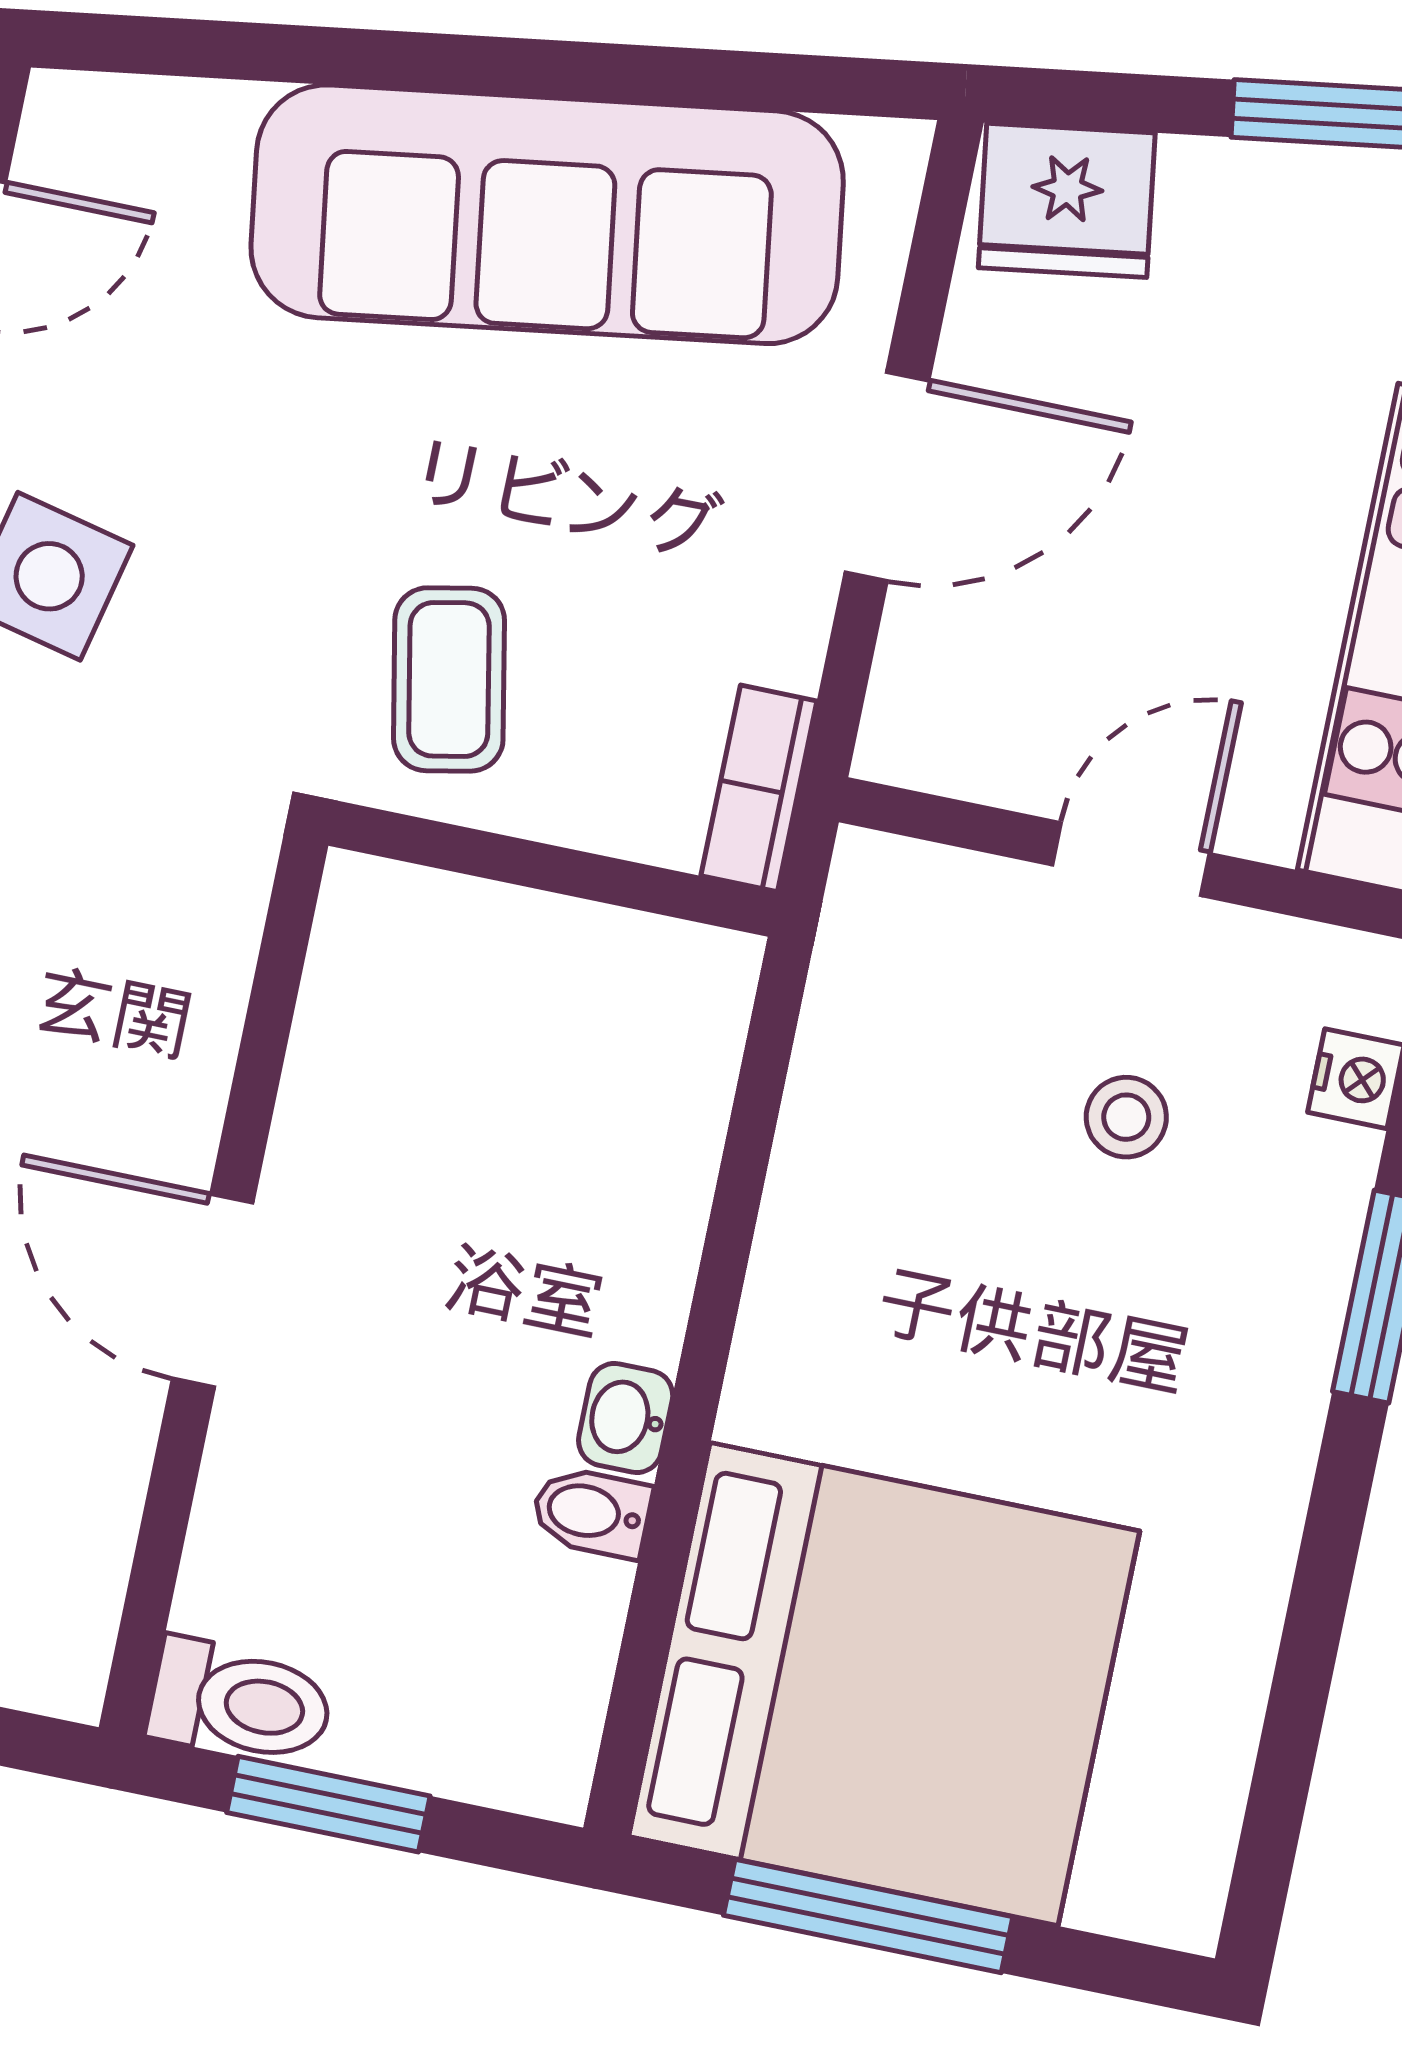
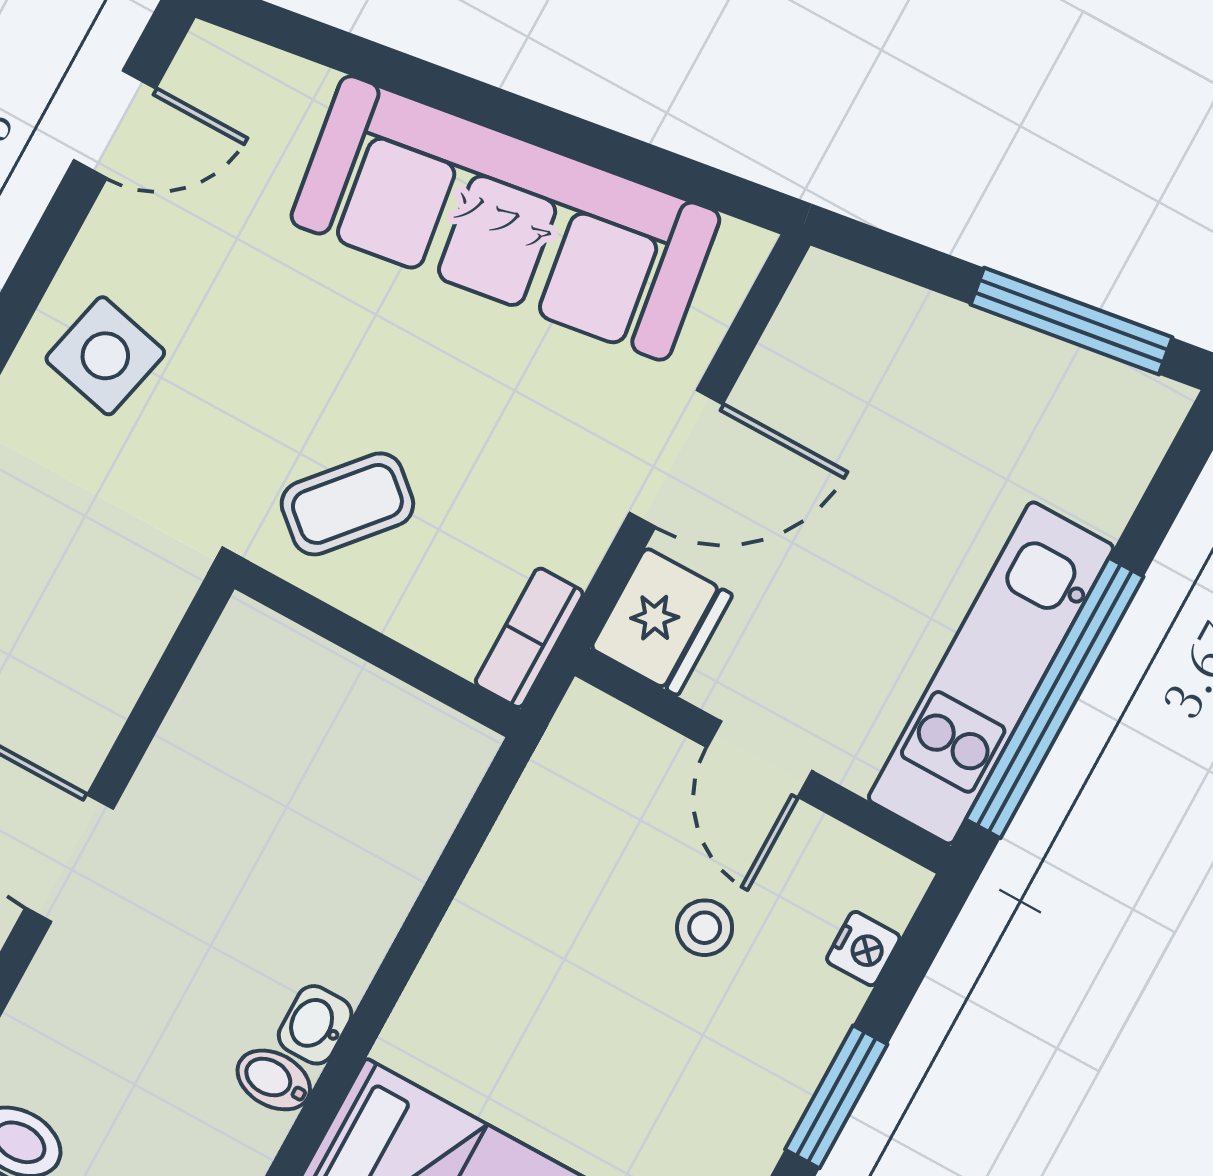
fridge: (1067, 200) -> (662, 622), moved, turned -82
coffee table: (449, 679) -> (347, 504), turned 52
door: (1131, 859) -> (760, 759), swing flipped

